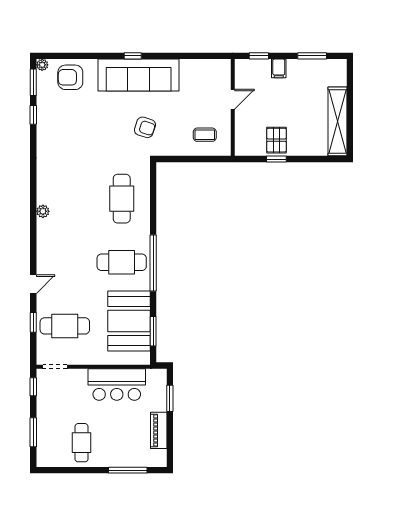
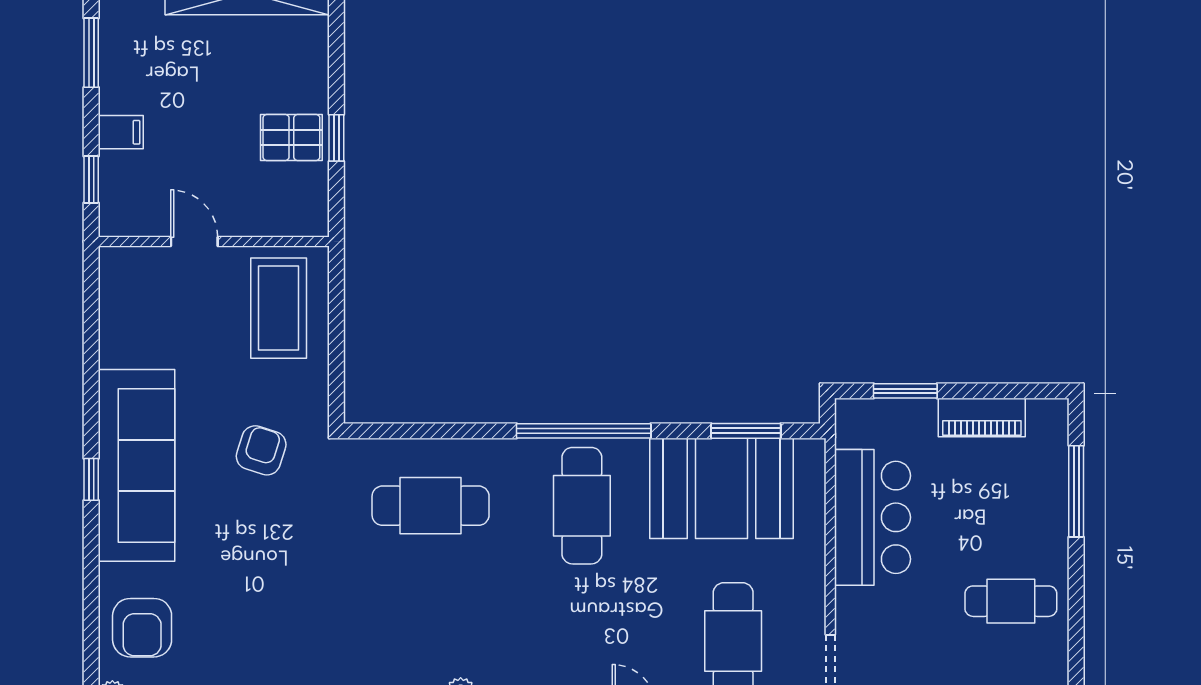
coffee table: (205, 135) -> (279, 308), width x1.86, depth x1.72

